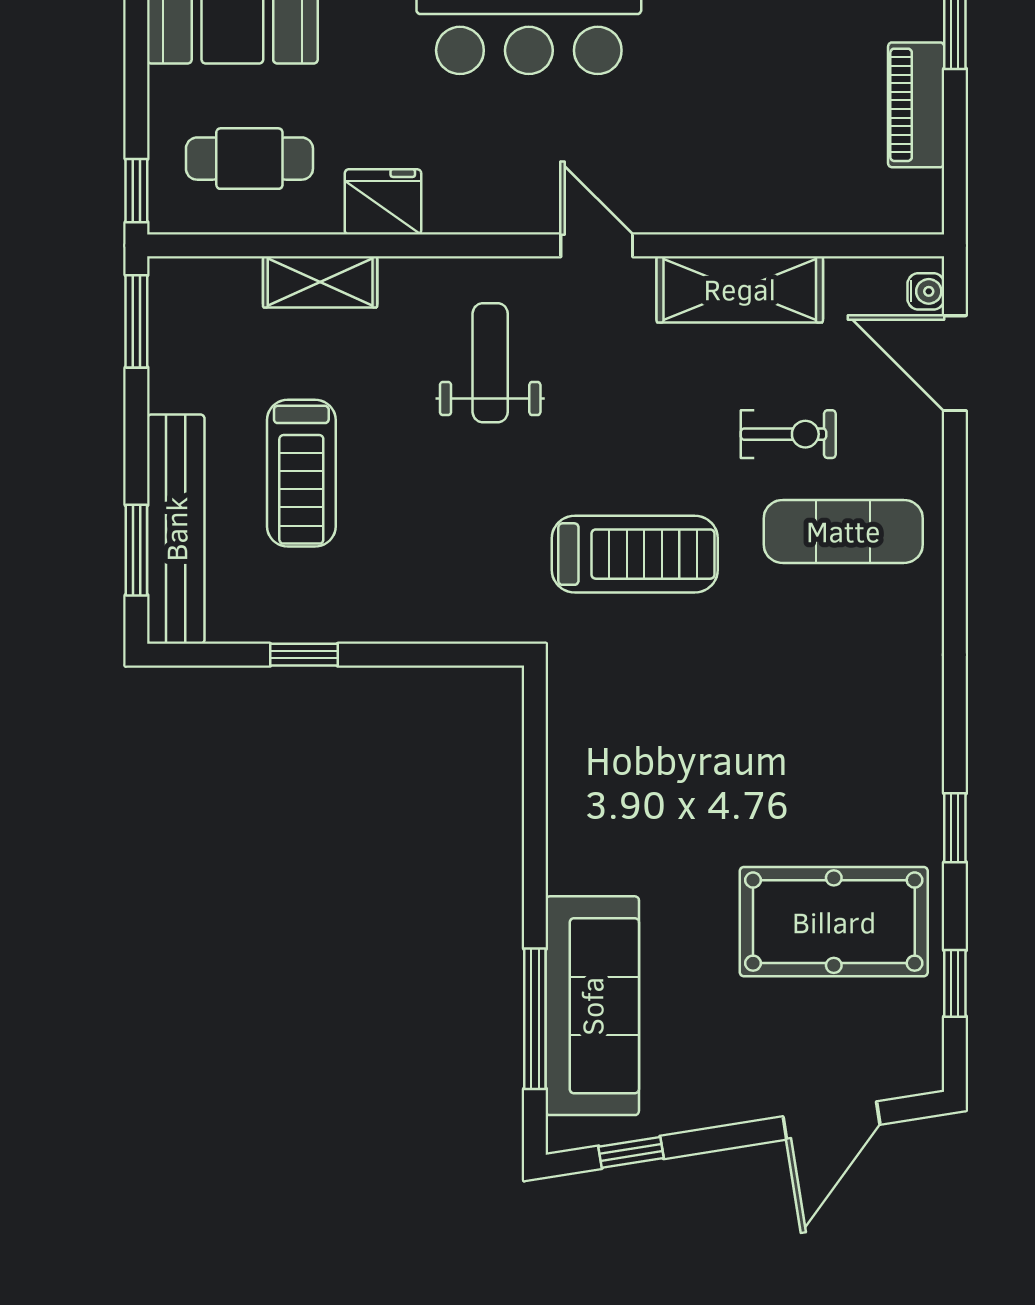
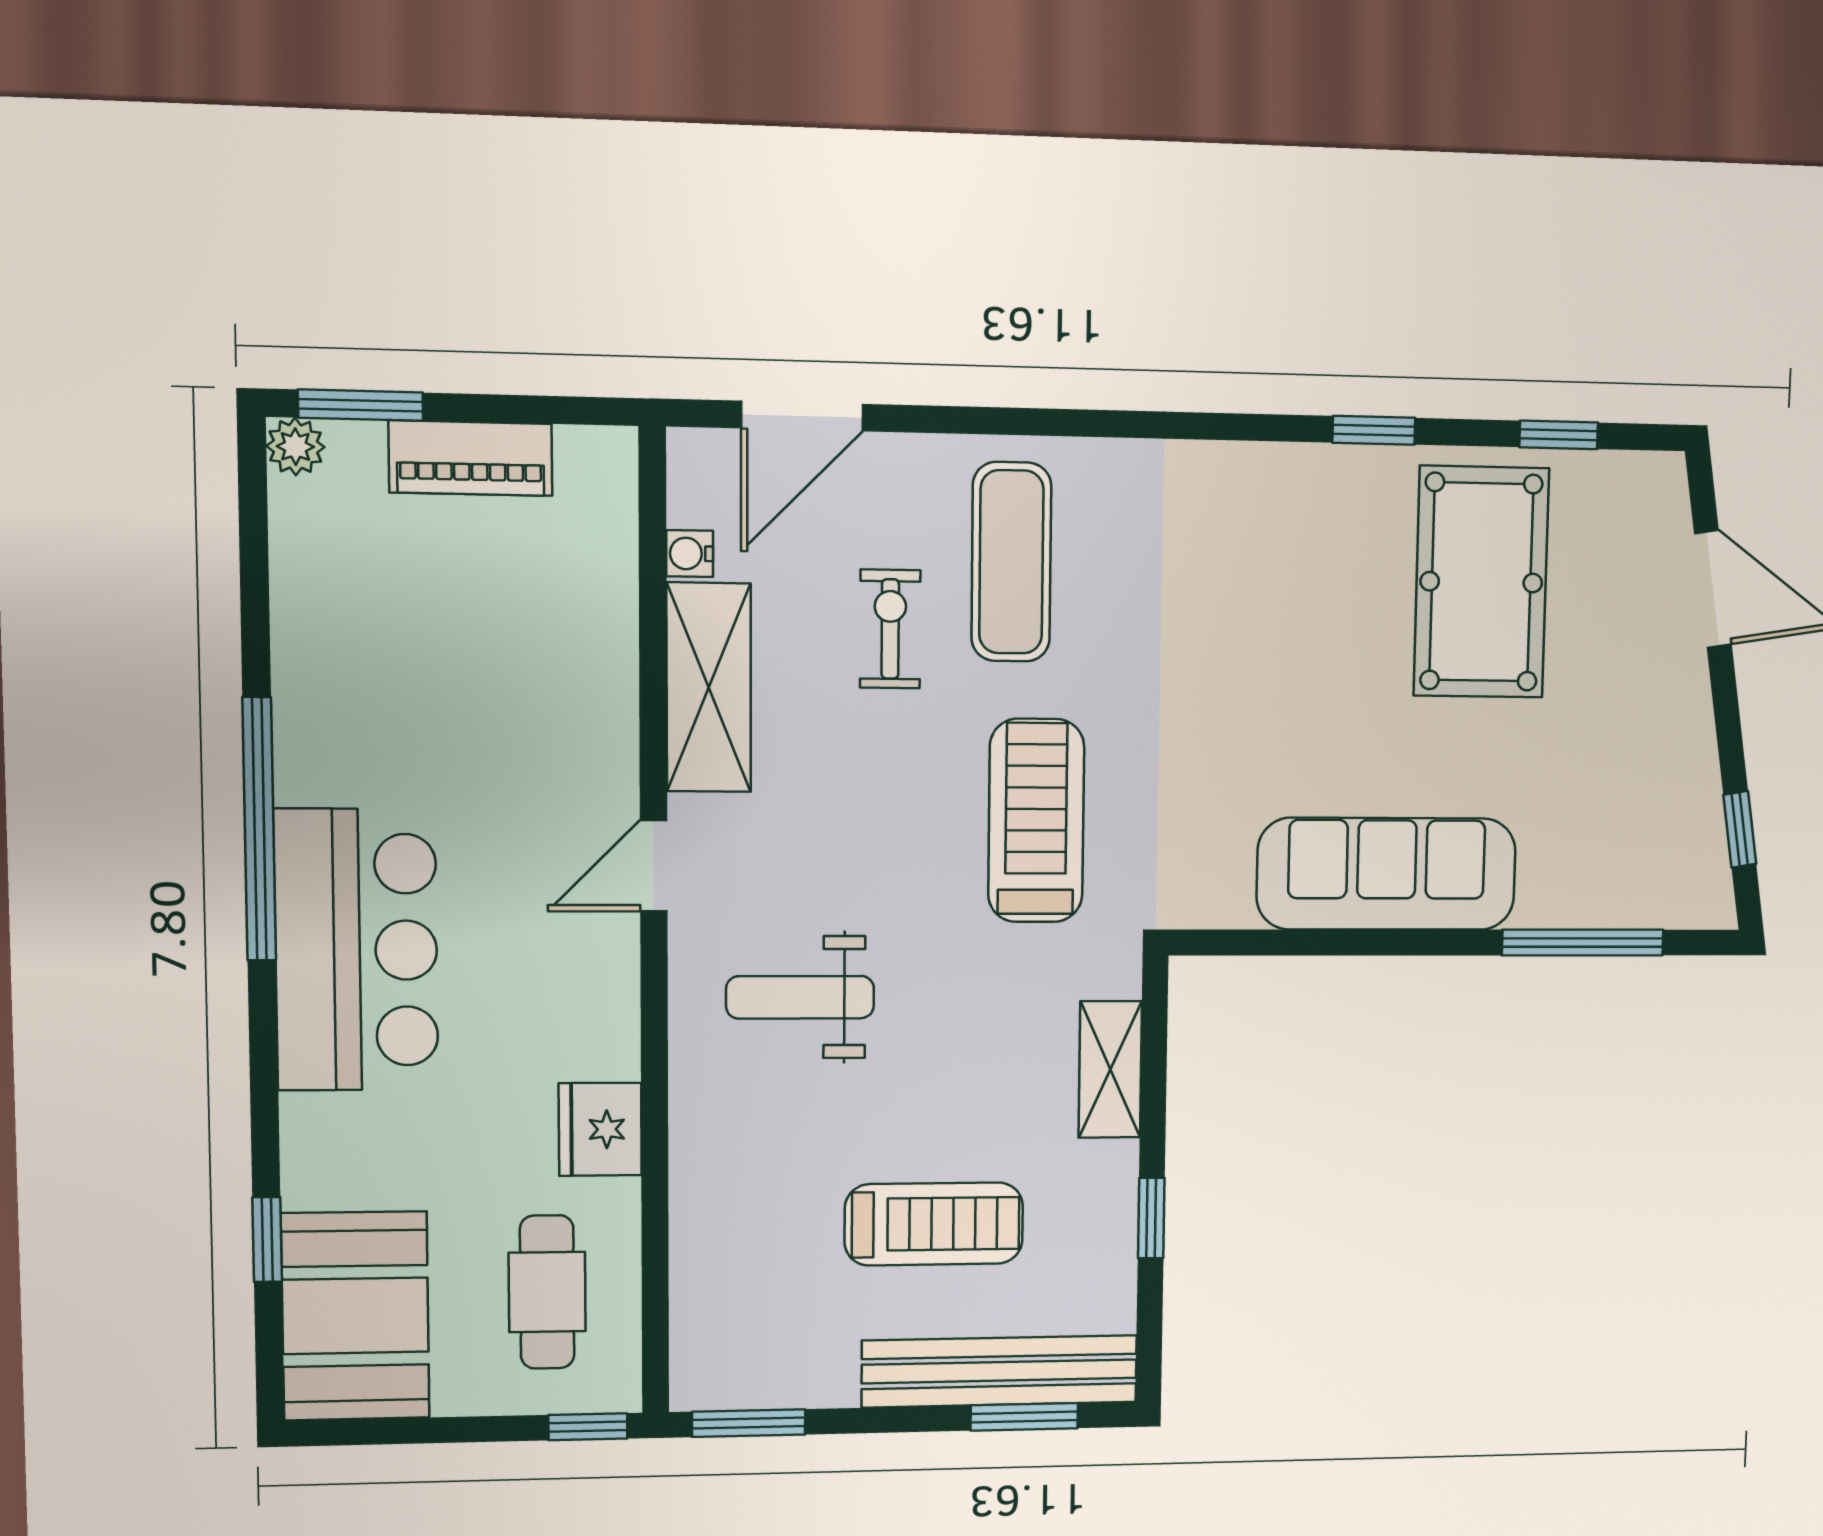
shelving: (320, 282) -> (1110, 1069), moved
water cooler: (926, 291) -> (690, 554), moved, turned -90
sofa: (592, 1006) -> (1387, 874), moved

